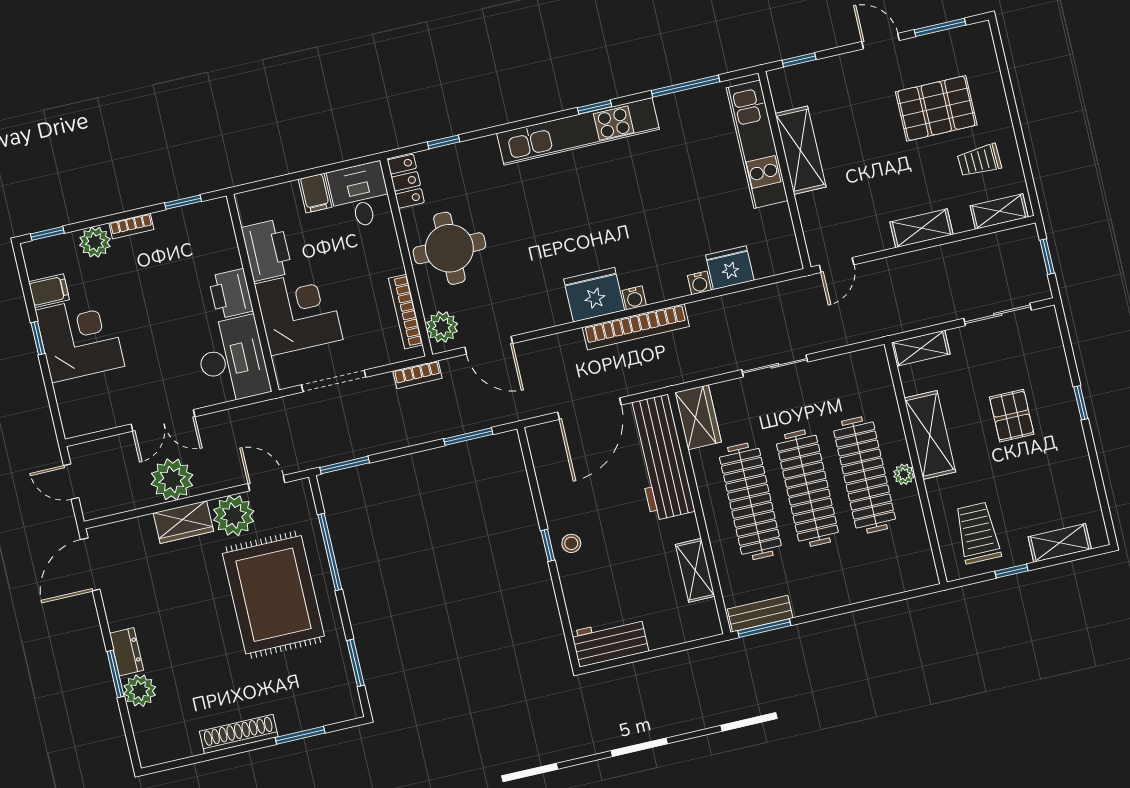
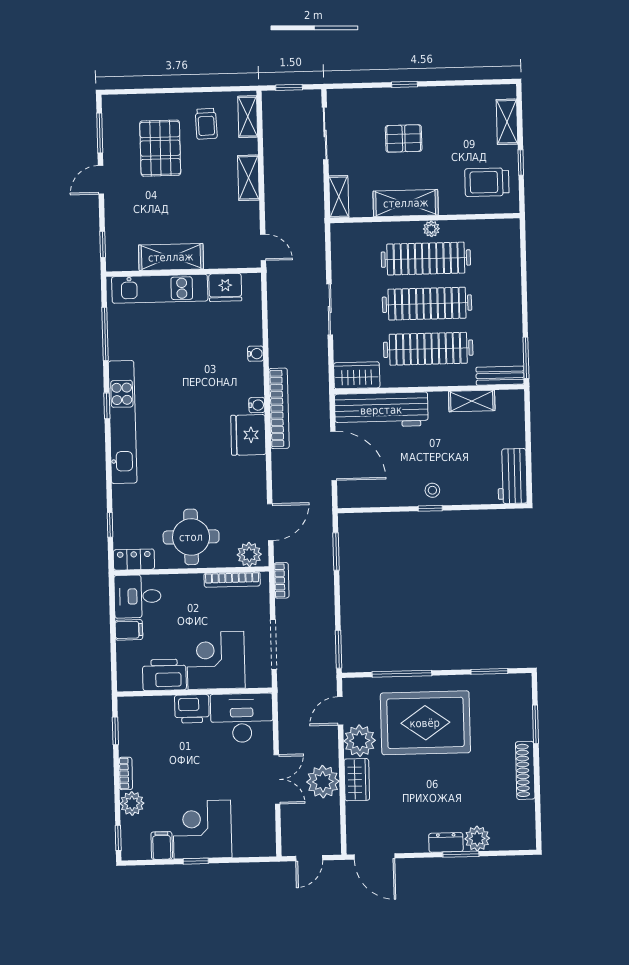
fridge: (730, 268) -> (225, 287), moved, turned -90
bench: (760, 613) -> (500, 376), moved, turned 90

